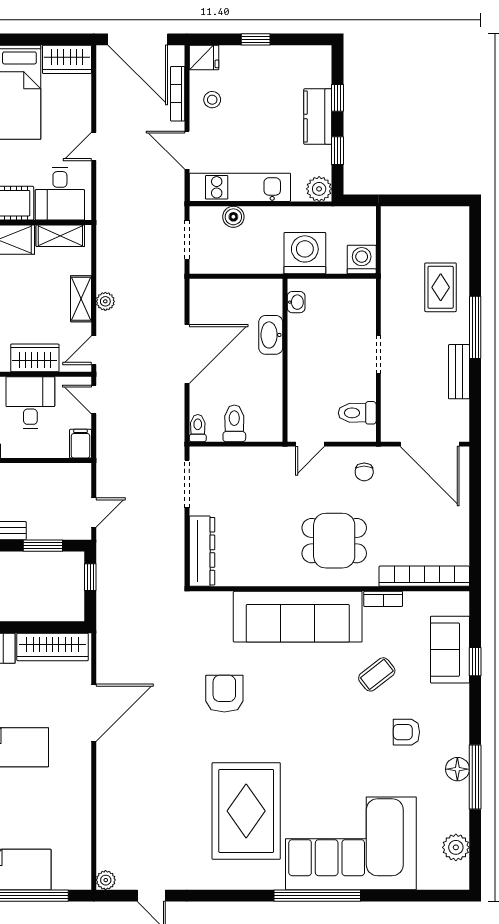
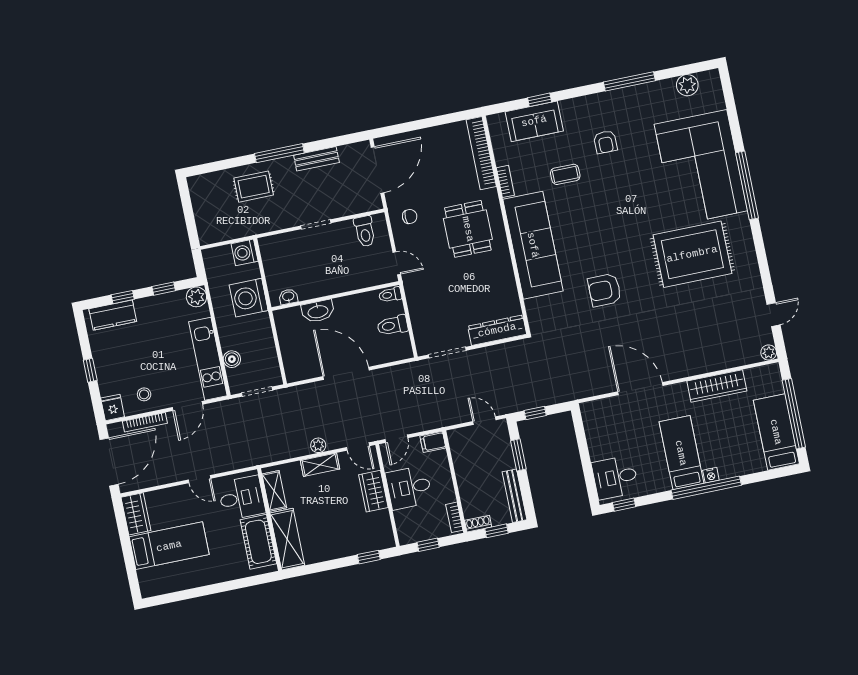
kitchen counter: (318, 117) -> (113, 315), moved
toilet: (198, 428) -> (390, 295), moved
wardrobe: (53, 647) -> (717, 386), moved, turned 90
coffee table: (377, 674) -> (565, 174), turned -52
floor lamp: (457, 769) -> (626, 96), removed

